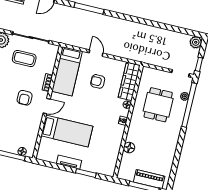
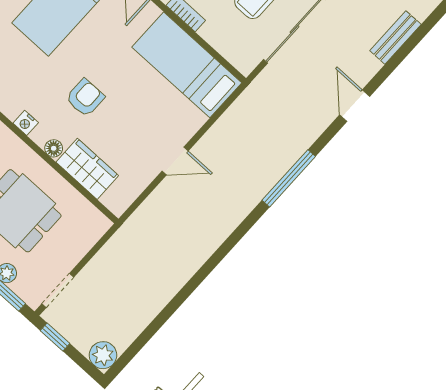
door: (96, 53) -> (175, 161), moved
armchair: (98, 81) -> (85, 98), moved
wardrobe: (129, 82) -> (87, 169), width x0.67

